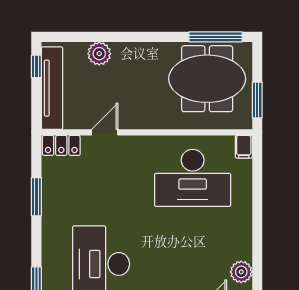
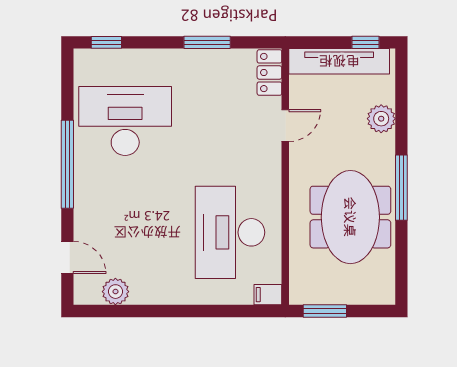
window: (216, 37) -> (401, 188), moved
meeting table: (207, 79) -> (350, 217), moved
door: (105, 132) -> (285, 126), hinge flipped

